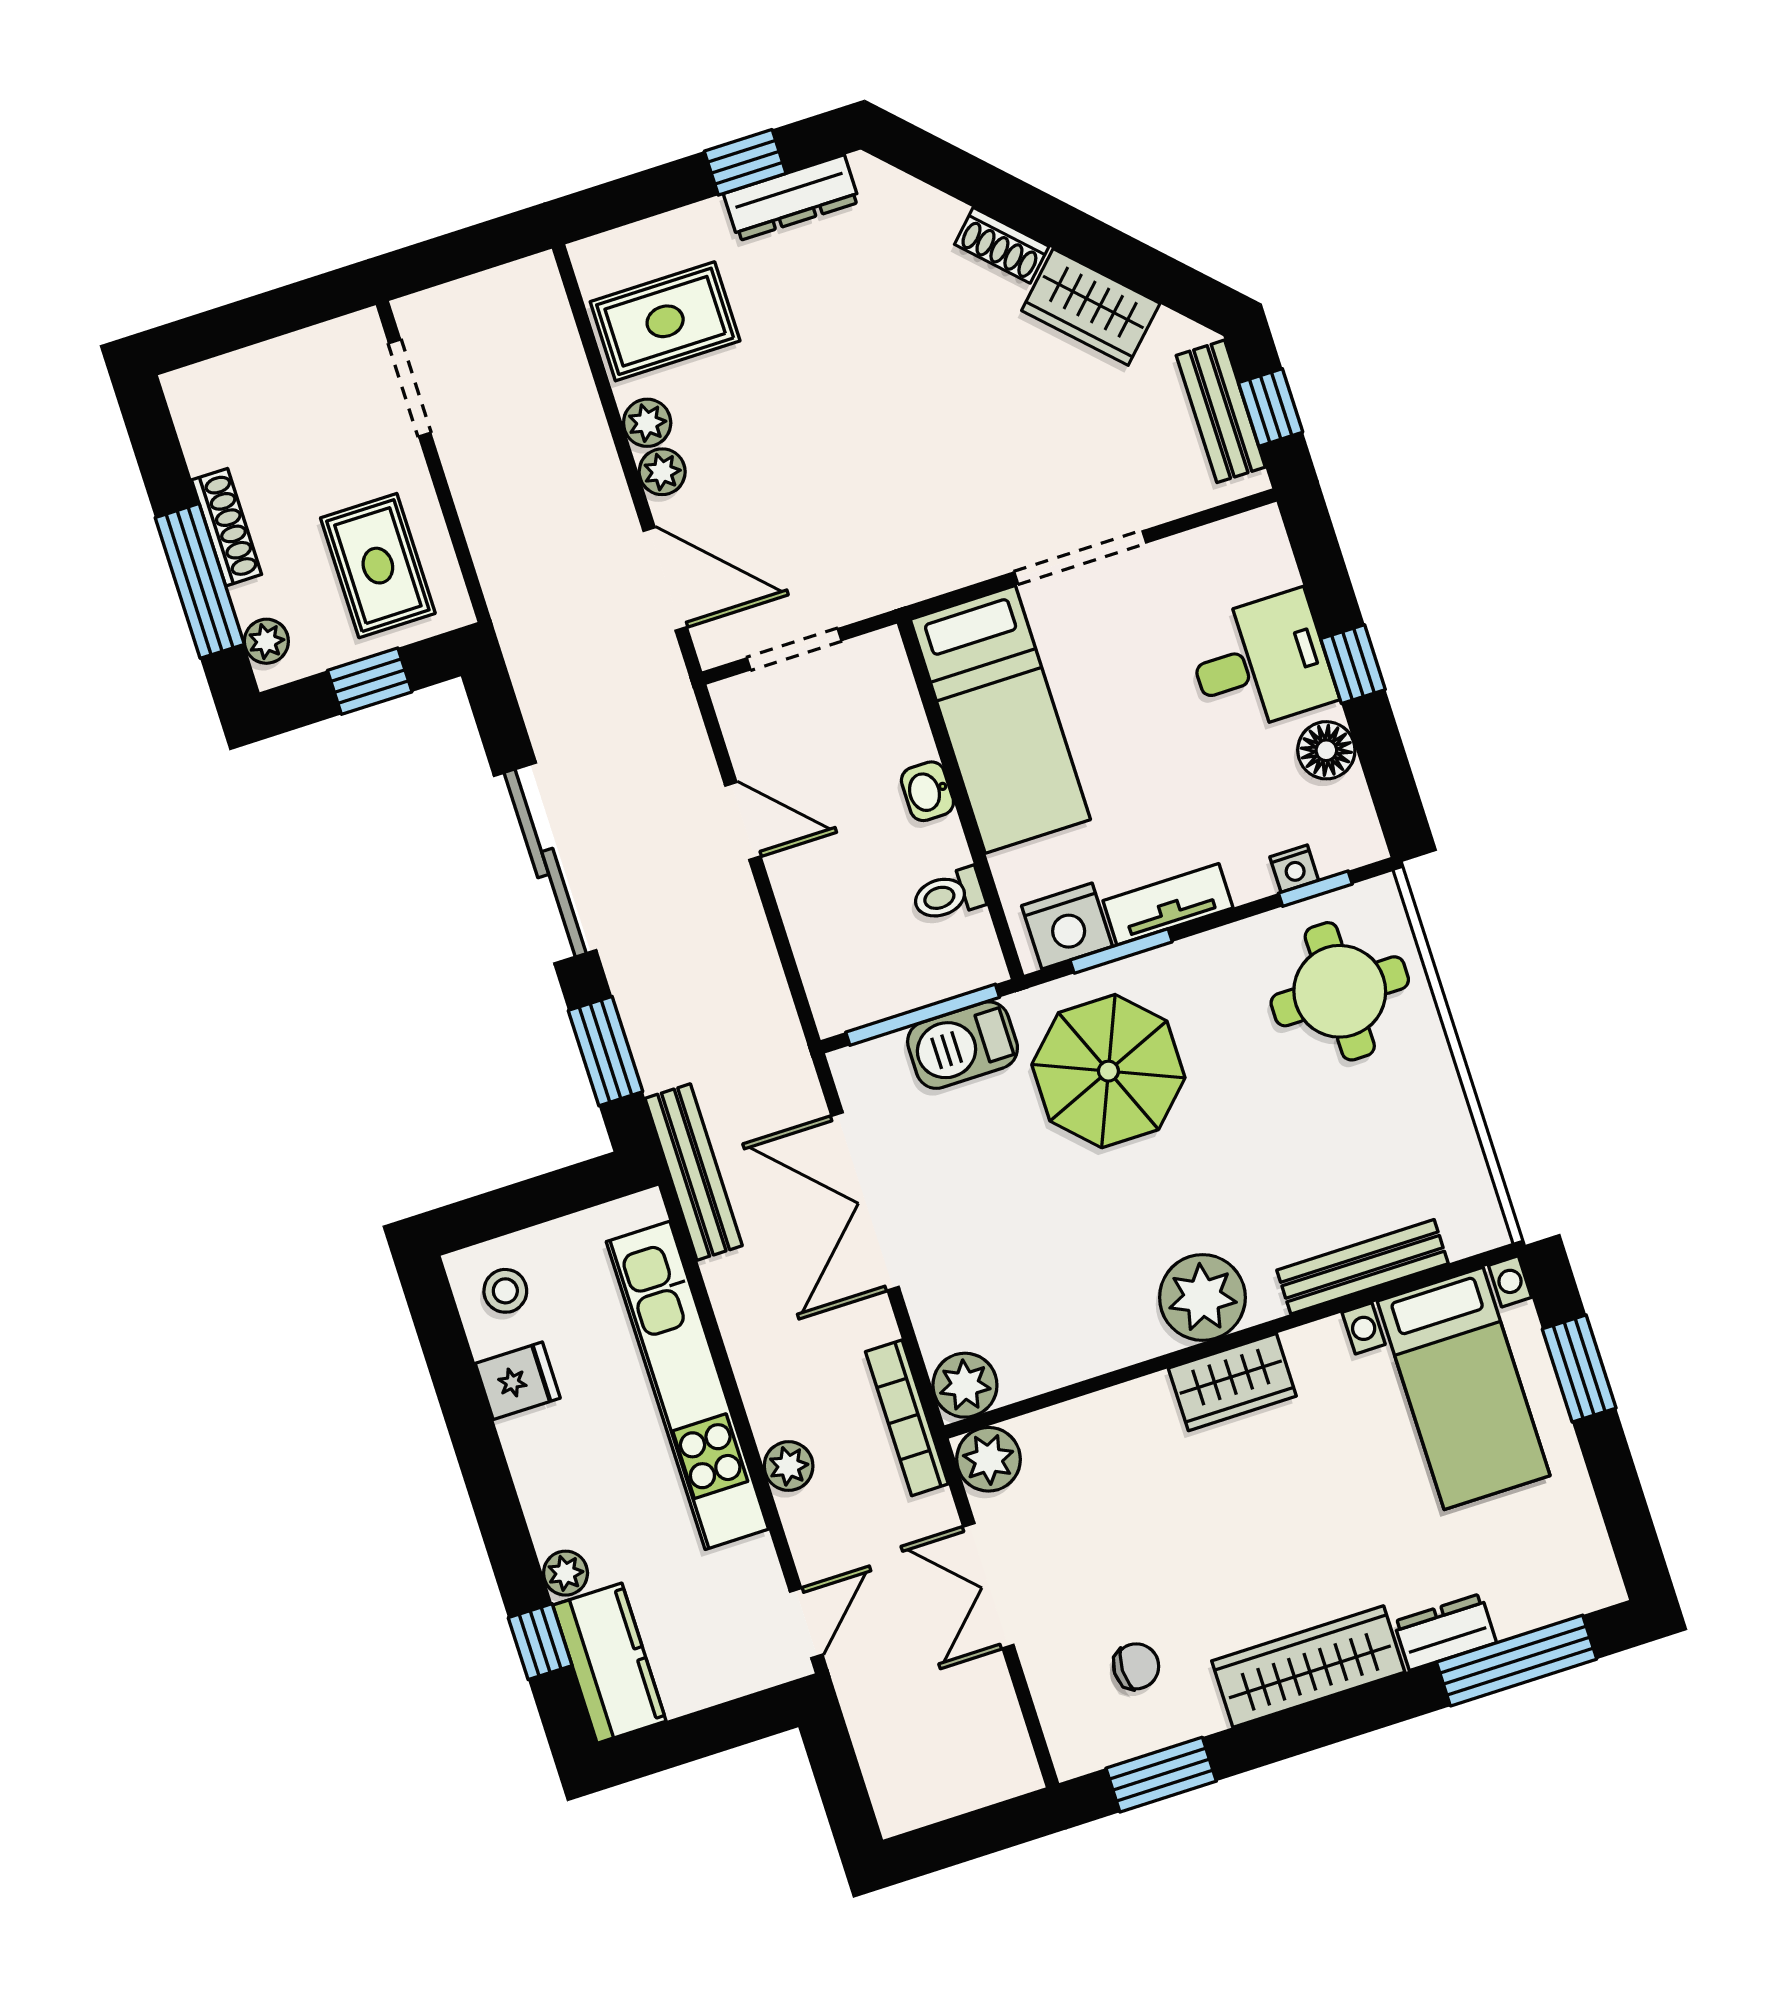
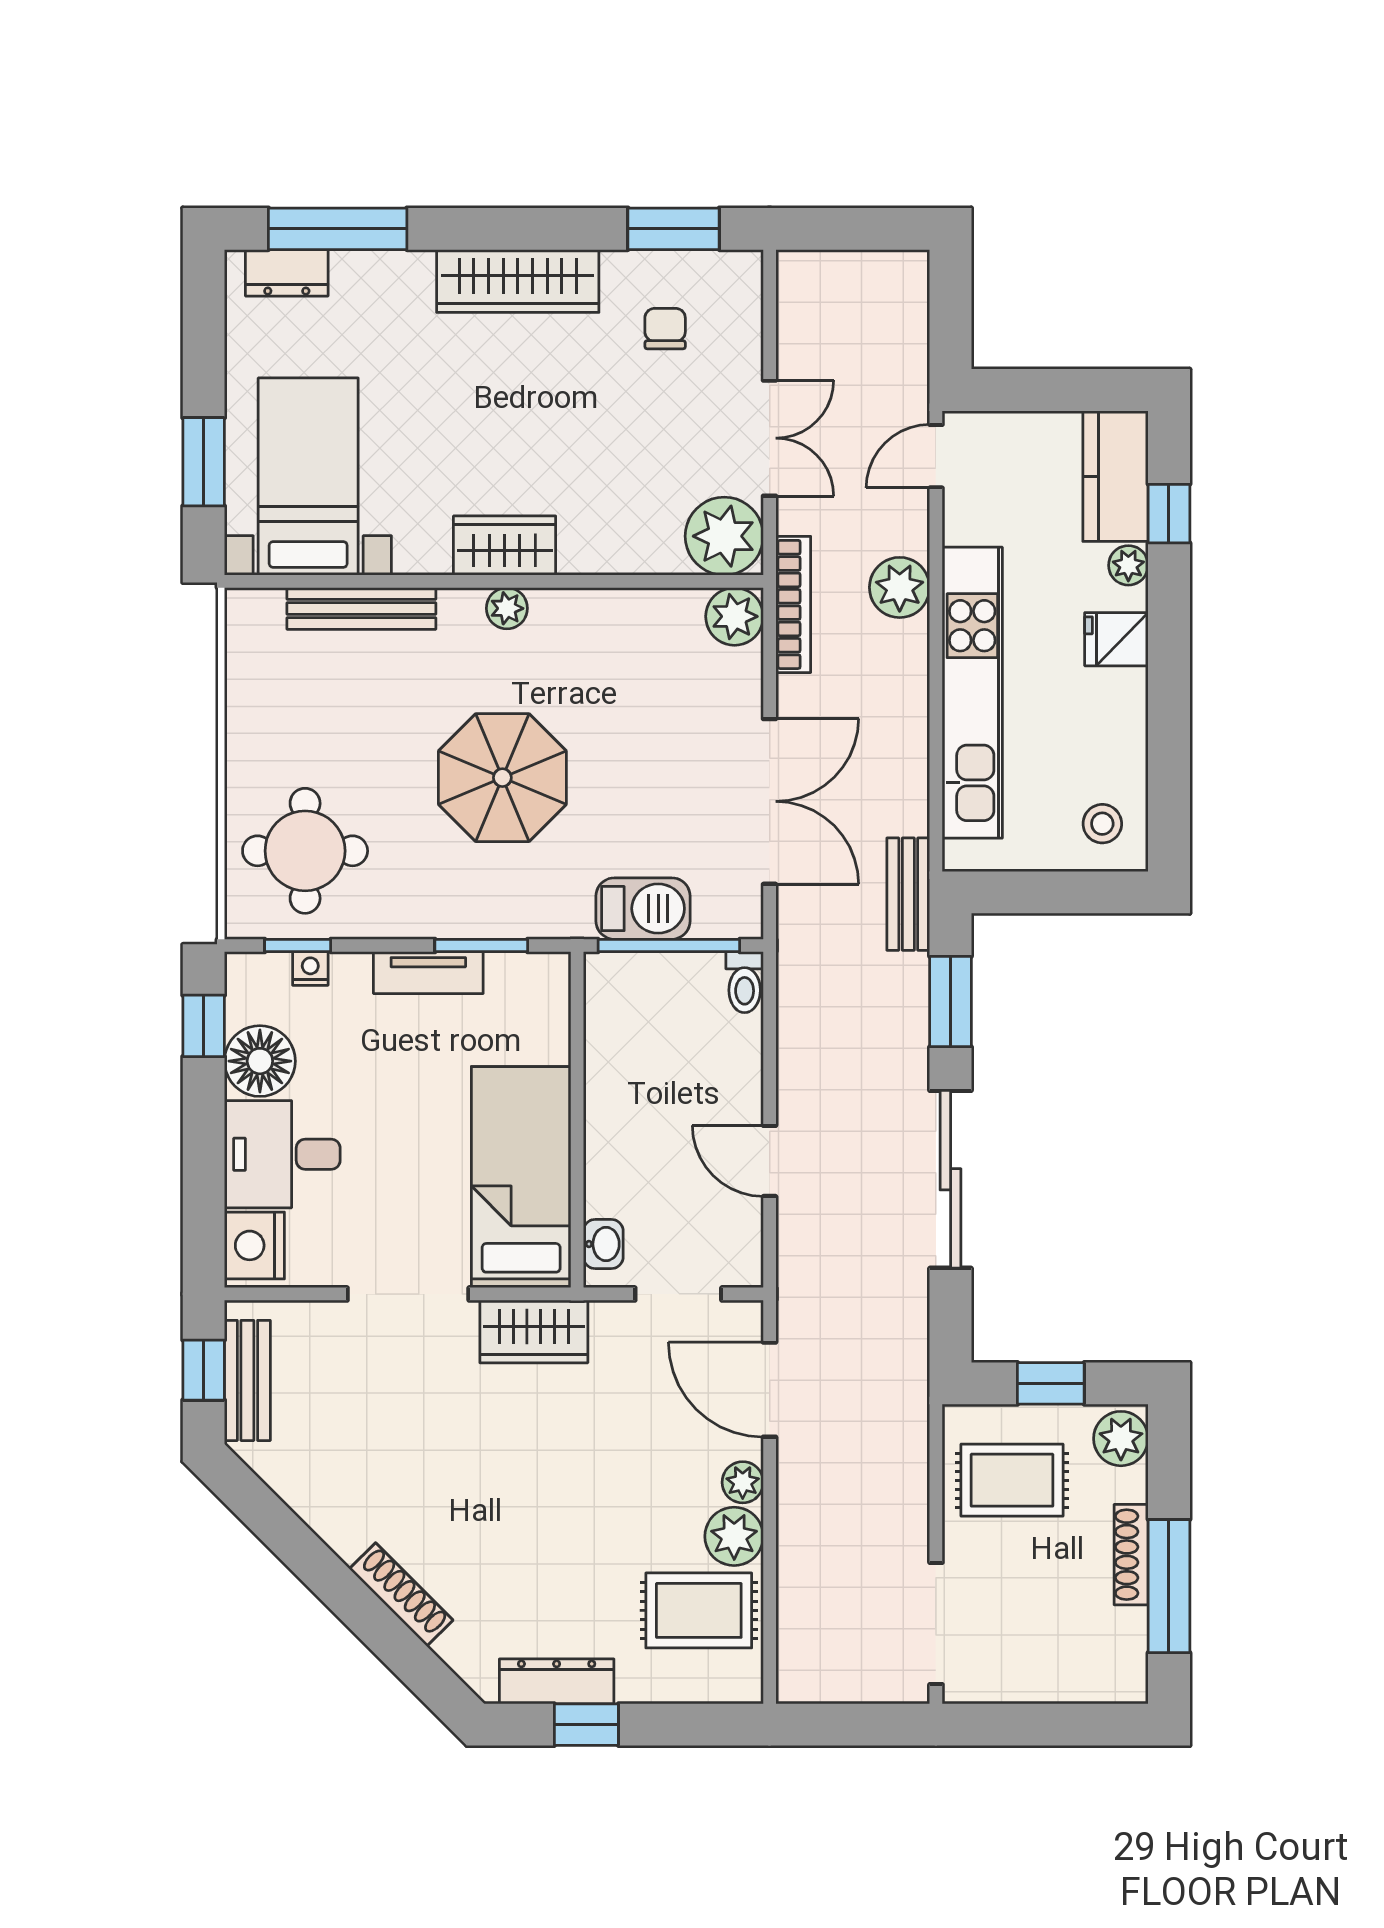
shoe rack: (1002, 245) -> (401, 1594), width x1.43
wardrobe: (1091, 307) -> (534, 1332), moved, turned 135
doorway: (410, 388) -> (936, 1623), width x1.38
plant: (647, 423) -> (734, 1536), width x1.38, depth x1.38
rug: (378, 566) -> (1012, 1480), turned 90
window: (200, 581) -> (1169, 1586), moved
plant: (266, 641) -> (1121, 1439), width x1.38, depth x1.38
window: (1353, 664) -> (204, 1026), moved
floor lamp: (1326, 750) -> (260, 1061), width x1.38, depth x1.38
washbasin: (927, 791) -> (603, 1244), moved
toilet: (948, 895) -> (745, 982), moved, turned 90
nightstand: (1067, 926) -> (254, 1245), moved, turned -90
parasol: (1108, 1071) -> (502, 778), moved
bench: (694, 1172) -> (908, 894), width x0.73
plant: (1202, 1297) -> (507, 608), width x0.53, depth x0.53
fridge: (518, 1381) -> (1116, 639), moved
plant: (989, 1459) -> (724, 536), width x1.36, depth x1.36
plant: (789, 1466) -> (900, 587), width x1.38, depth x1.38
dresser: (1445, 1632) -> (287, 273), moved
chair: (1136, 1666) -> (665, 329), turned 90

